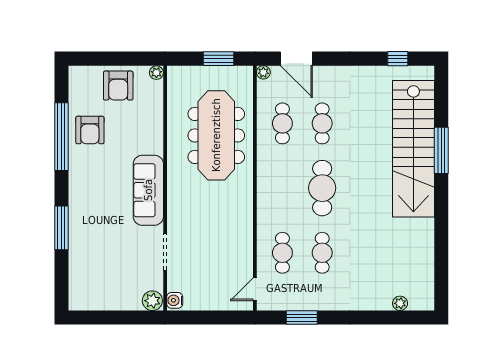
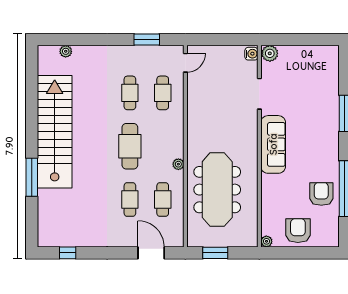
plant: (263, 72) -> (178, 164), moved
stairs: (413, 149) -> (55, 132), moved

